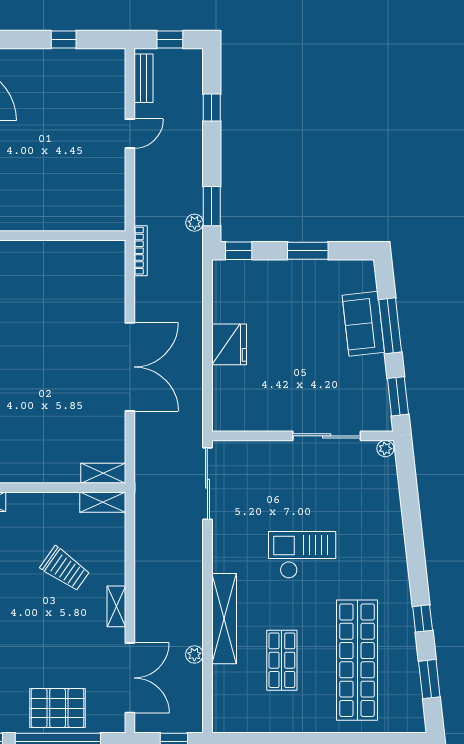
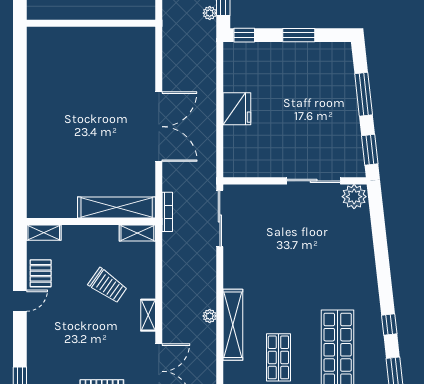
bookcase: (141, 251) -> (167, 212), moved
sofa: (363, 324) -> (343, 93), removed
plant: (385, 449) -> (354, 197), width x1.87, depth x1.87
shelving: (103, 473) -> (117, 208), width x2.20, depth x1.33
checkout: (302, 555) -> (294, 275), removed
plant: (194, 654) -> (210, 316), moved

